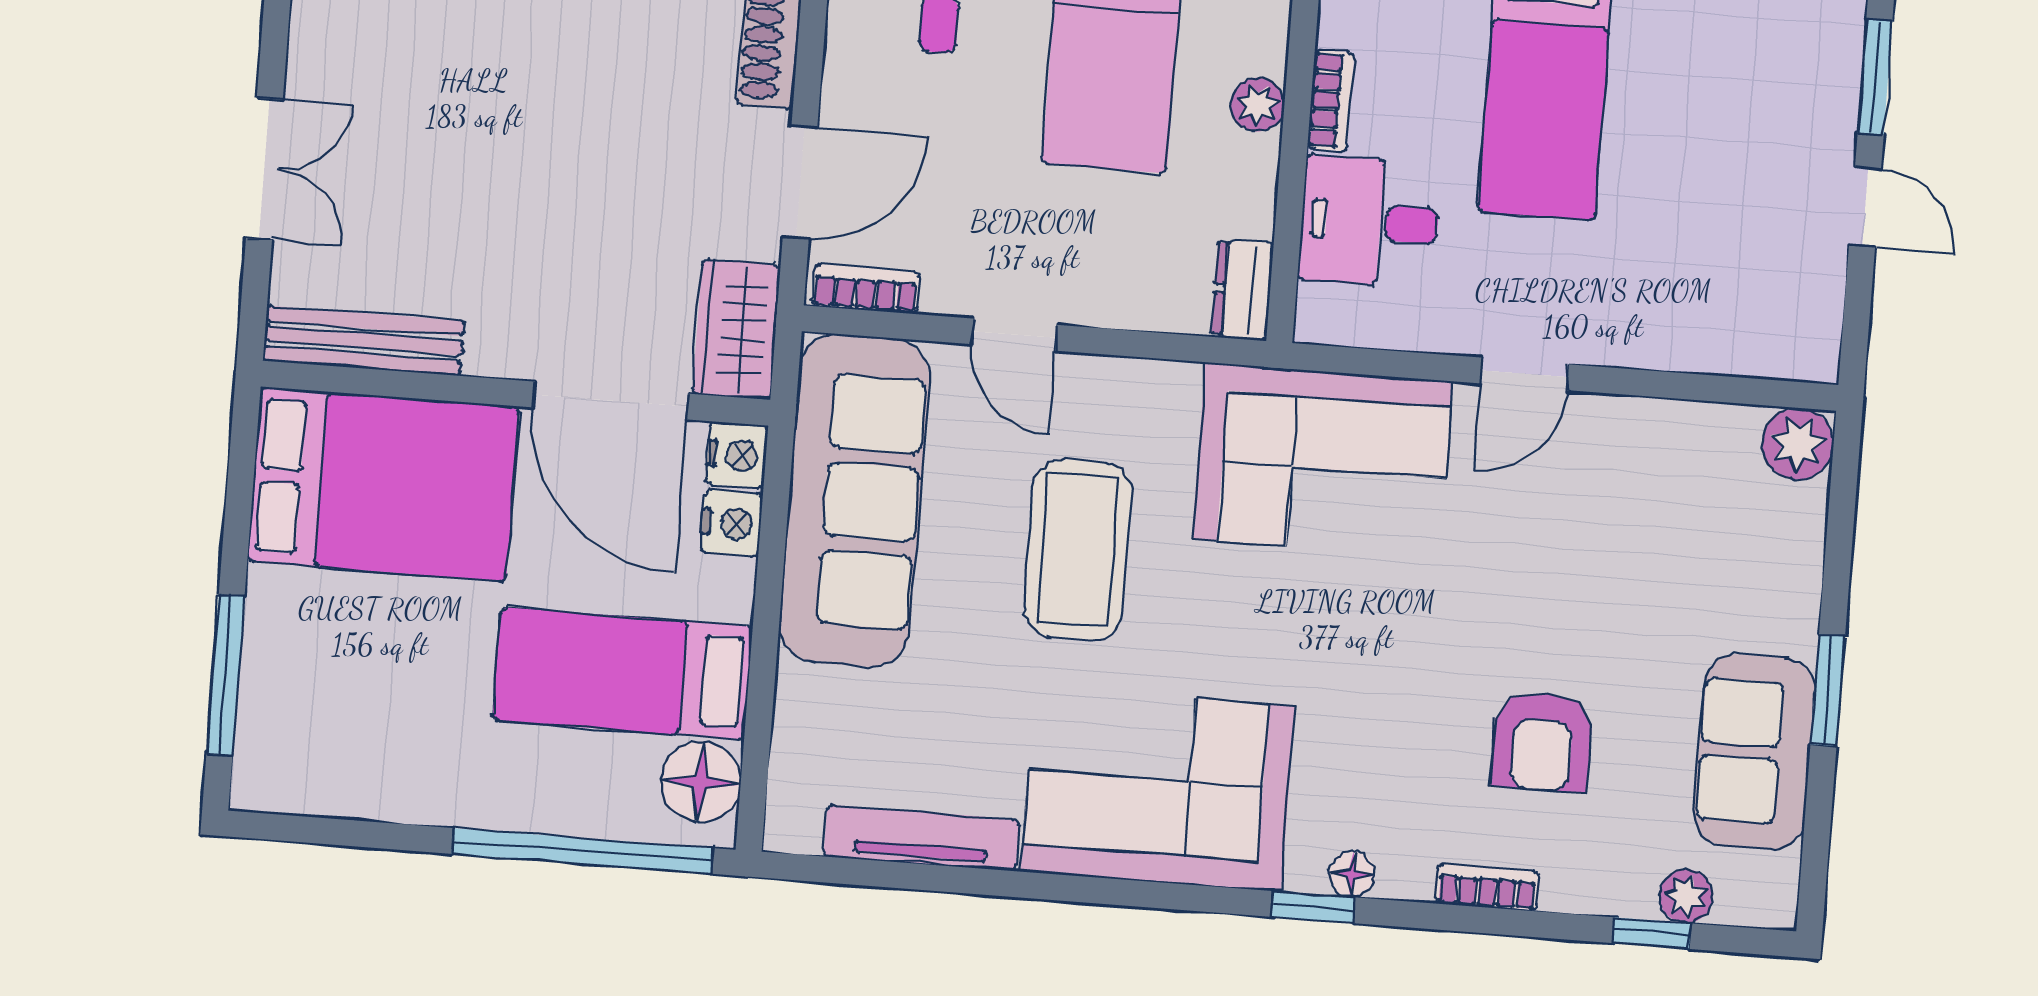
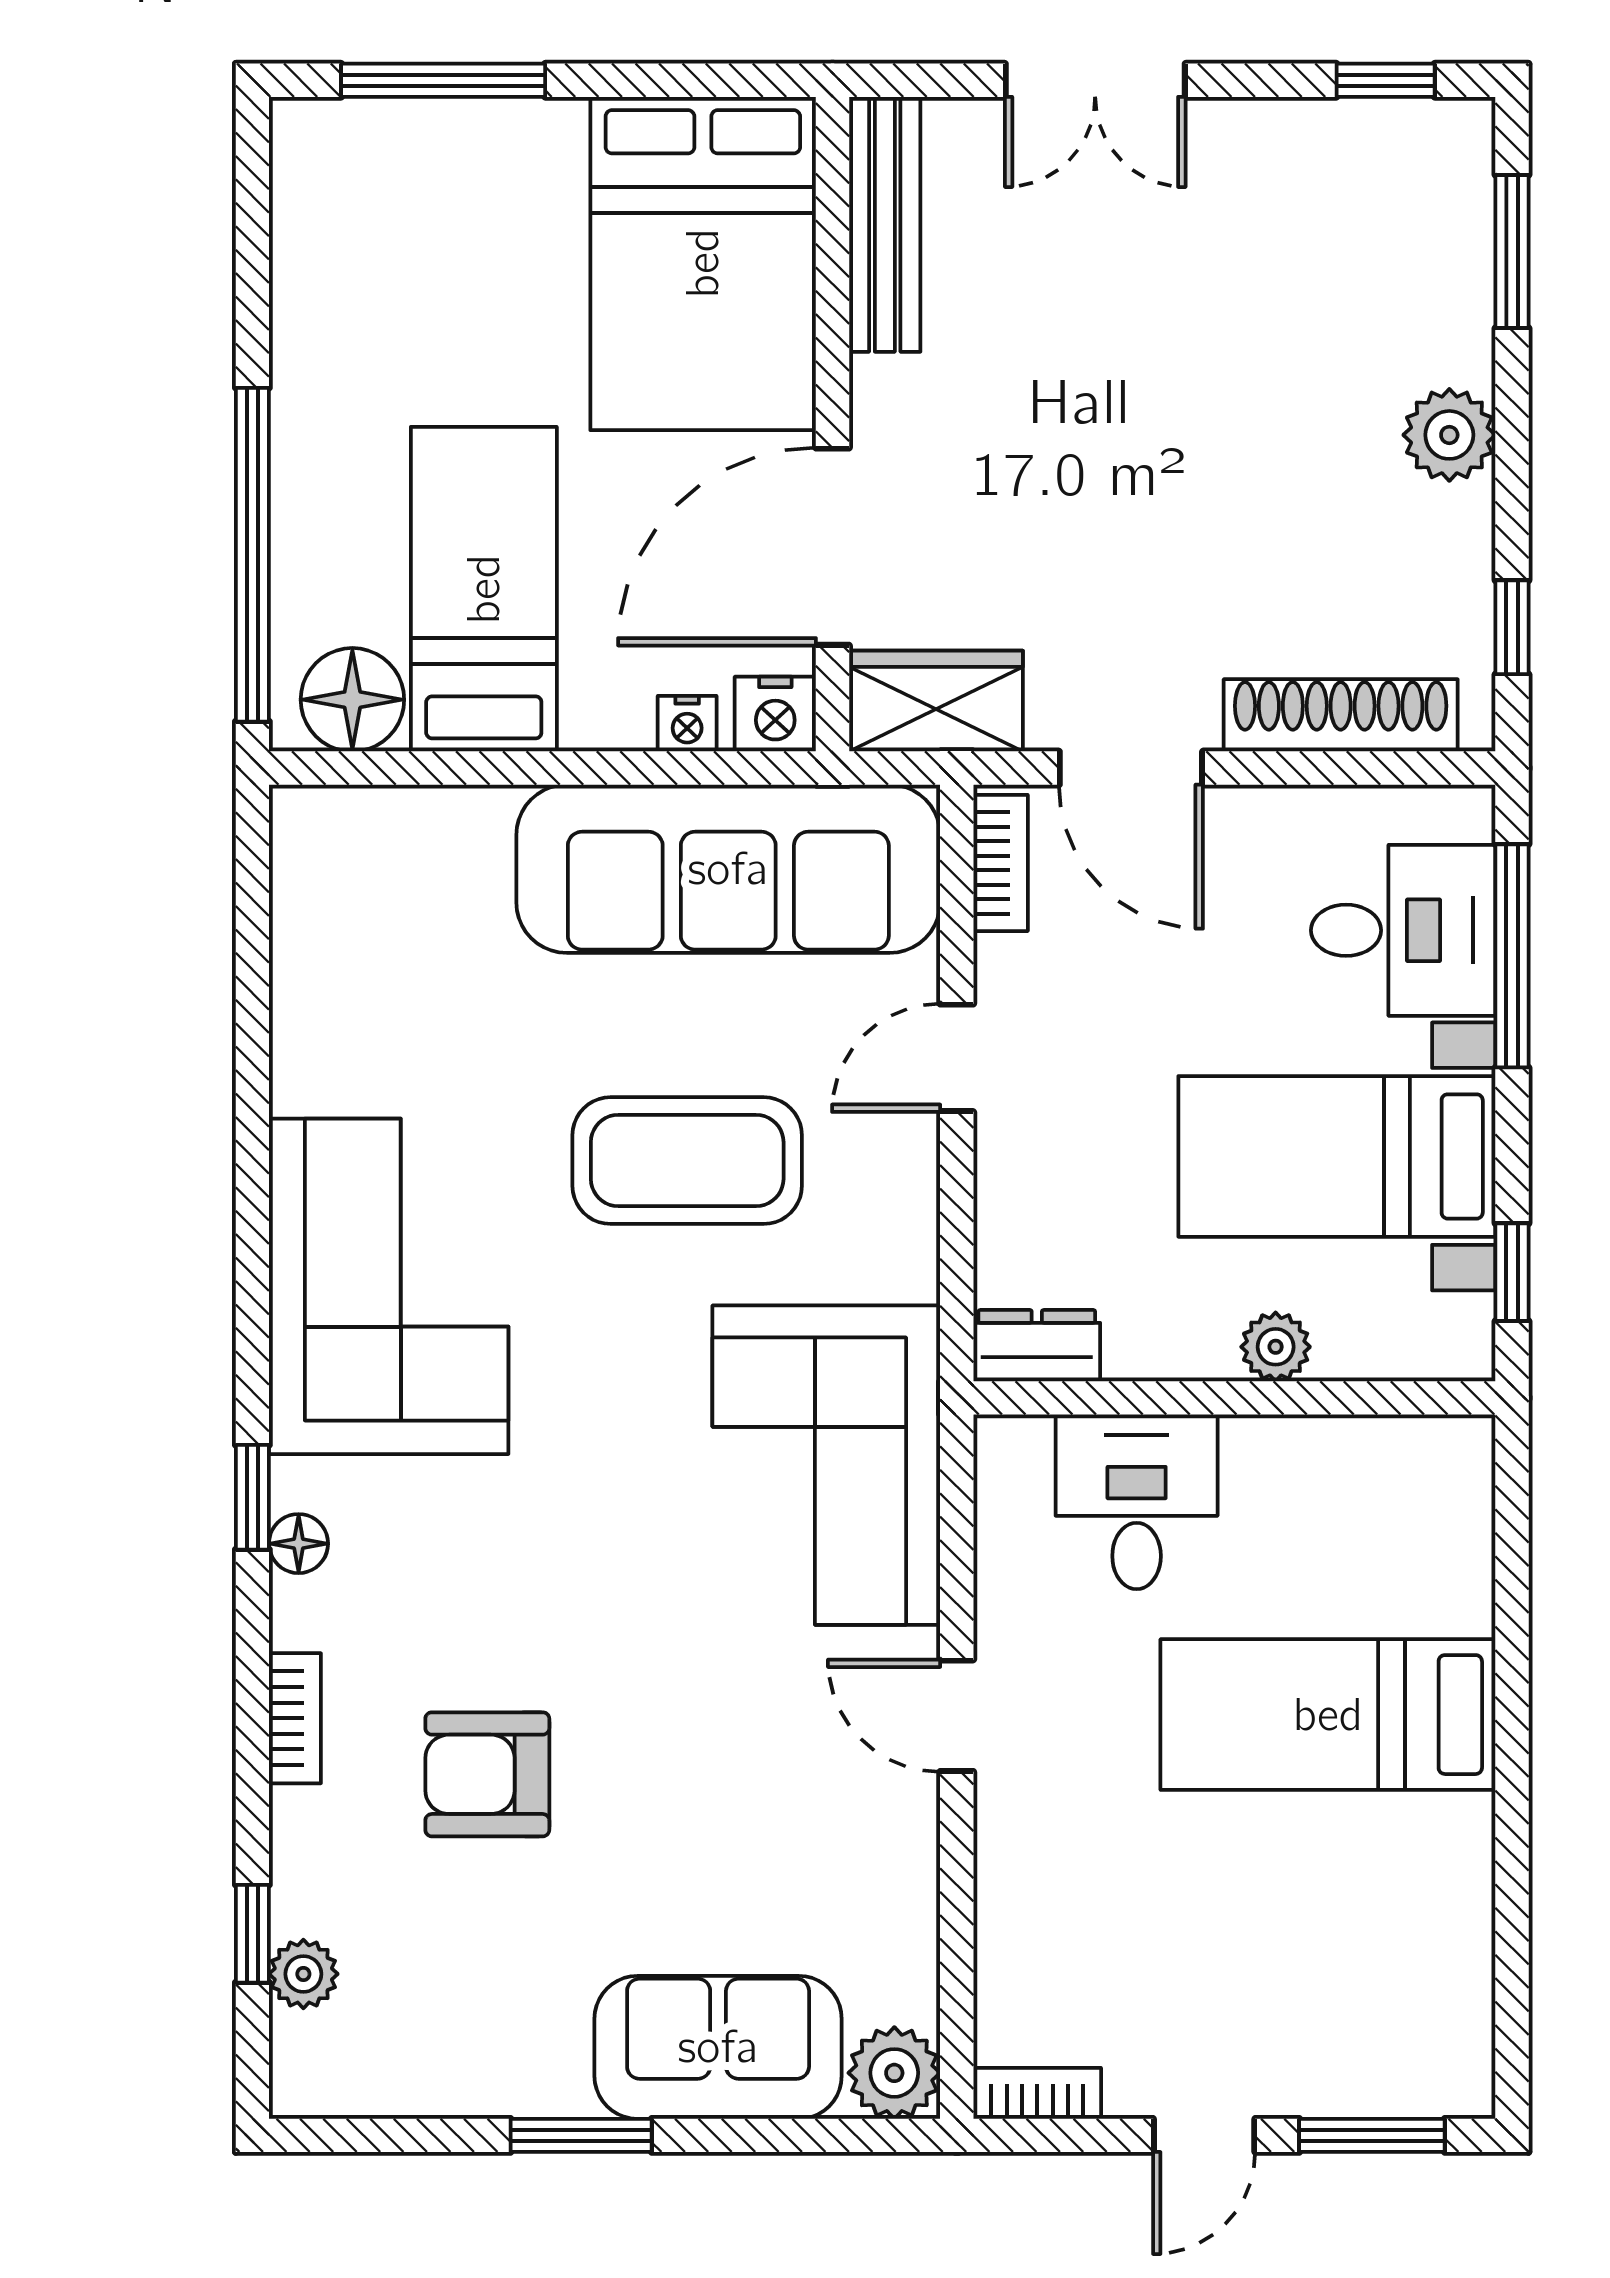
bookcase: (1331, 100) -> (1037, 2093), moved, turned 180
nightstand: (732, 523) -> (687, 724), width x0.72, depth x0.74
sofa: (1754, 752) -> (718, 2047), moved
tv unit: (921, 838) -> (302, 988), removed

